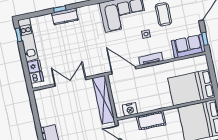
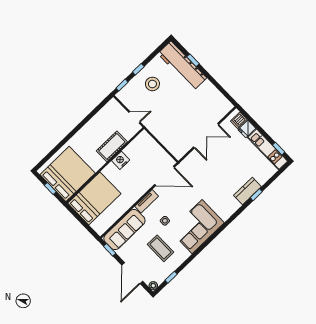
sofa: (188, 46) -> (124, 230), width x1.36
shelving: (104, 100) -> (166, 138), removed
nightstand: (130, 109) -> (121, 160), moved

